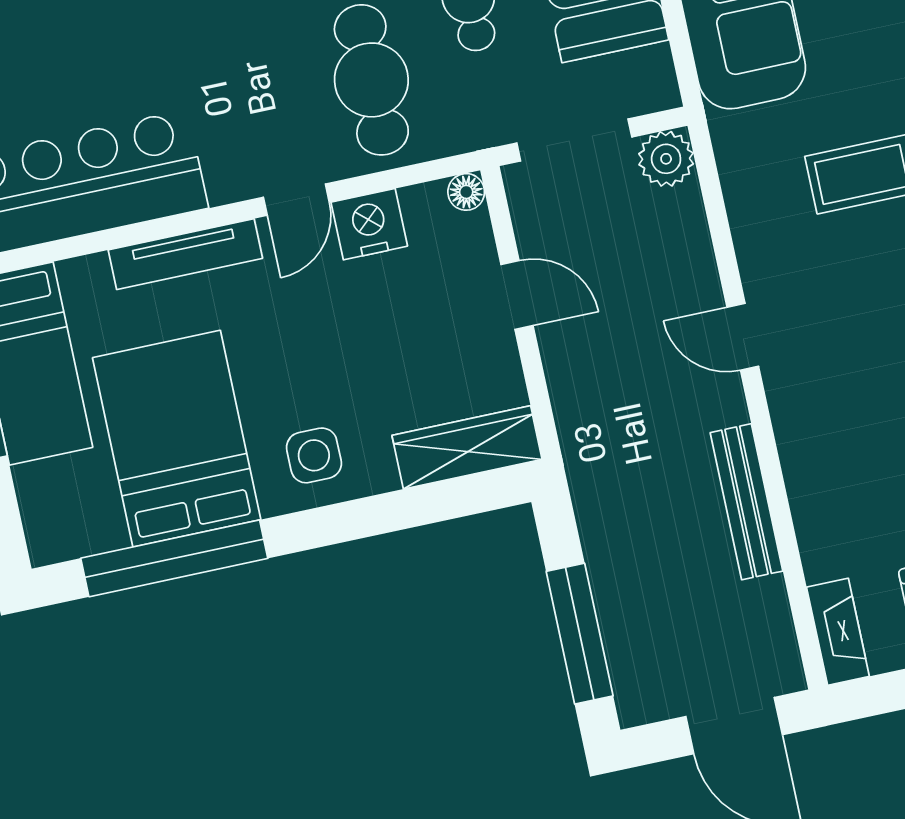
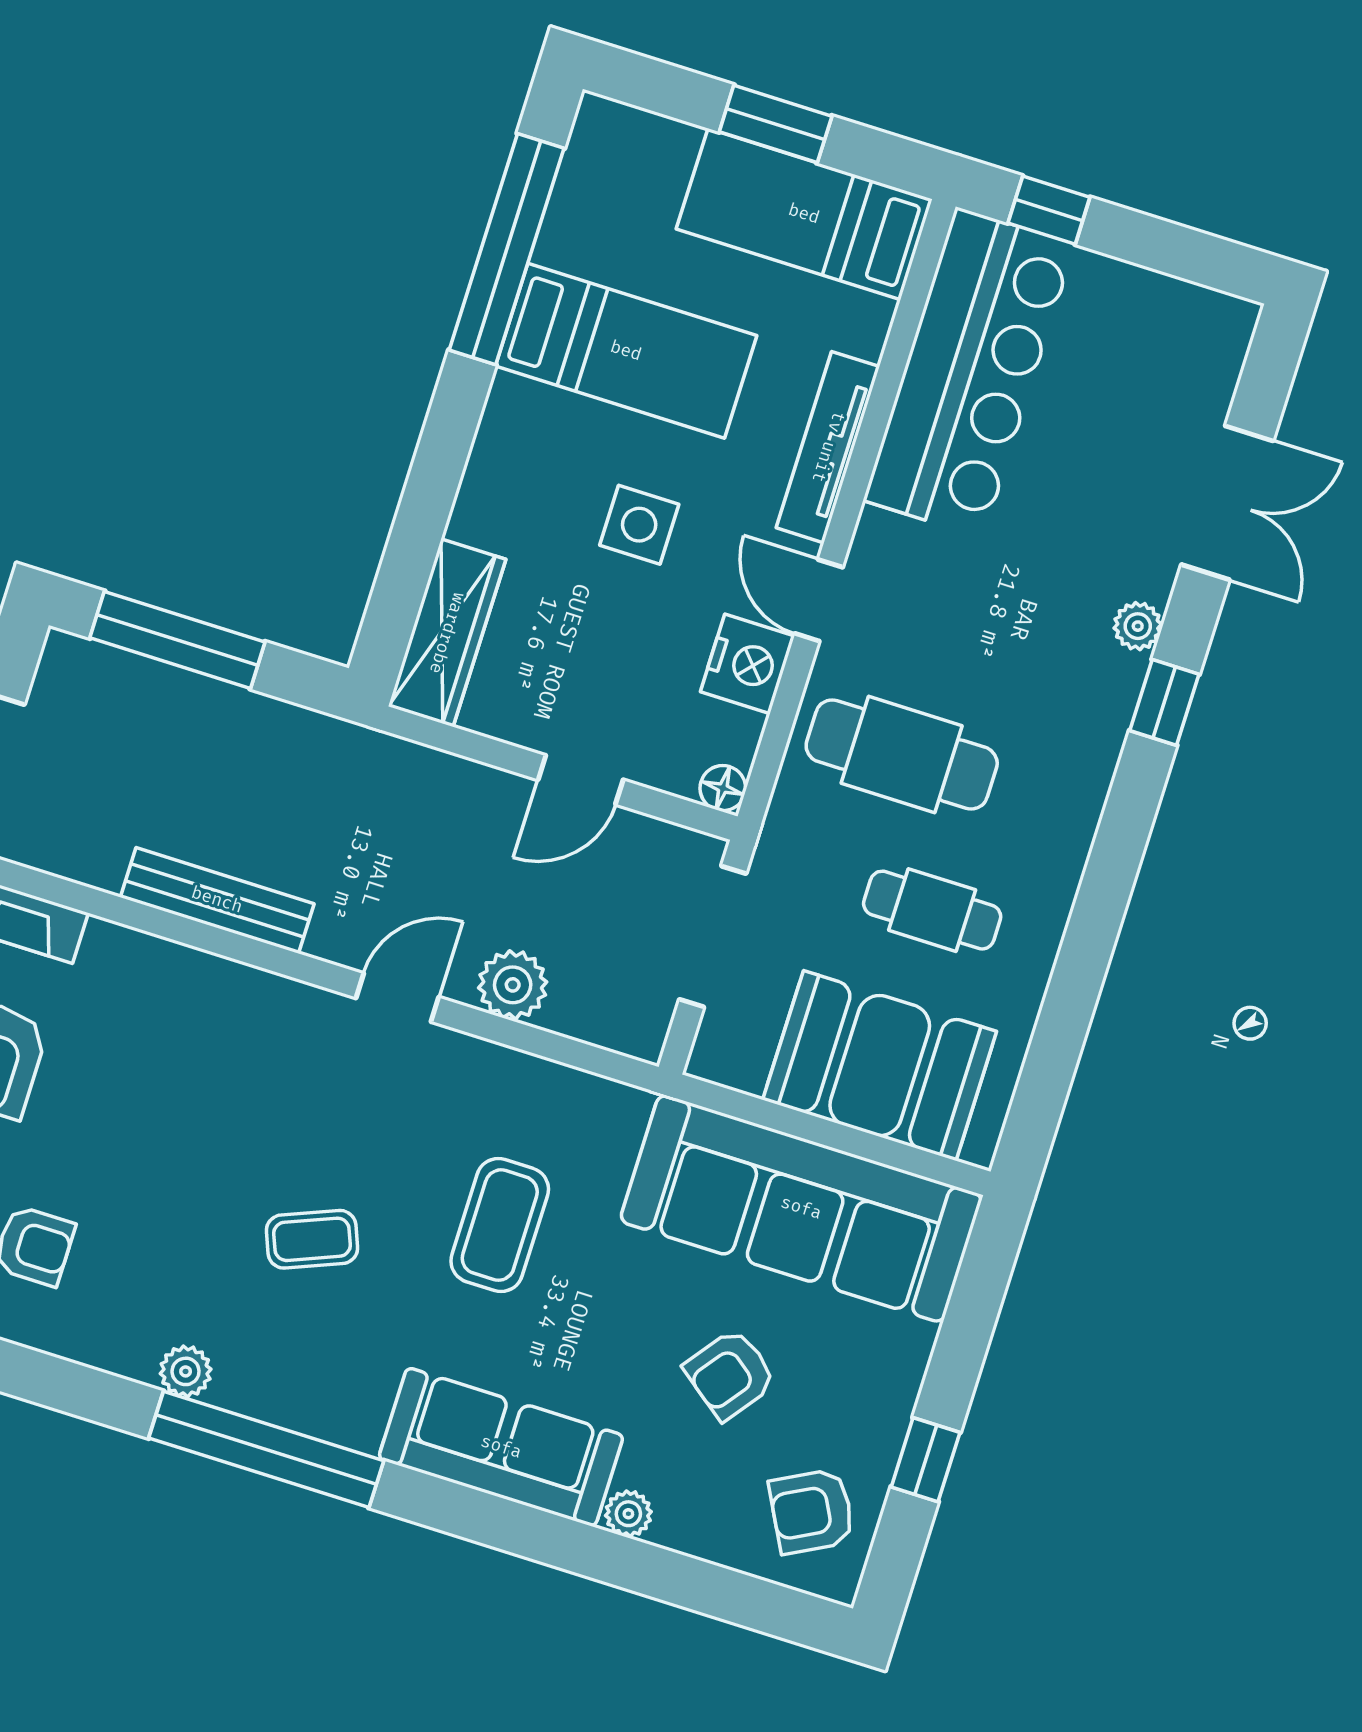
plant: (666, 159) -> (513, 985), moved
bed: (177, 439) -> (626, 351), width x0.67
side table: (314, 455) -> (639, 525), moved

